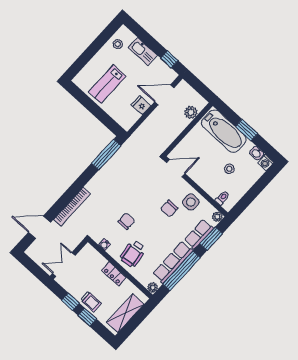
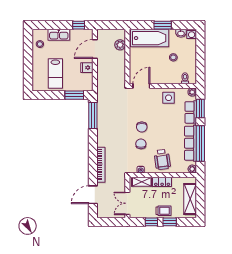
window: (106, 120) -> (74, 95), added
chair: (169, 209) -> (142, 127), moved
shelving: (95, 257) -> (142, 182), added

